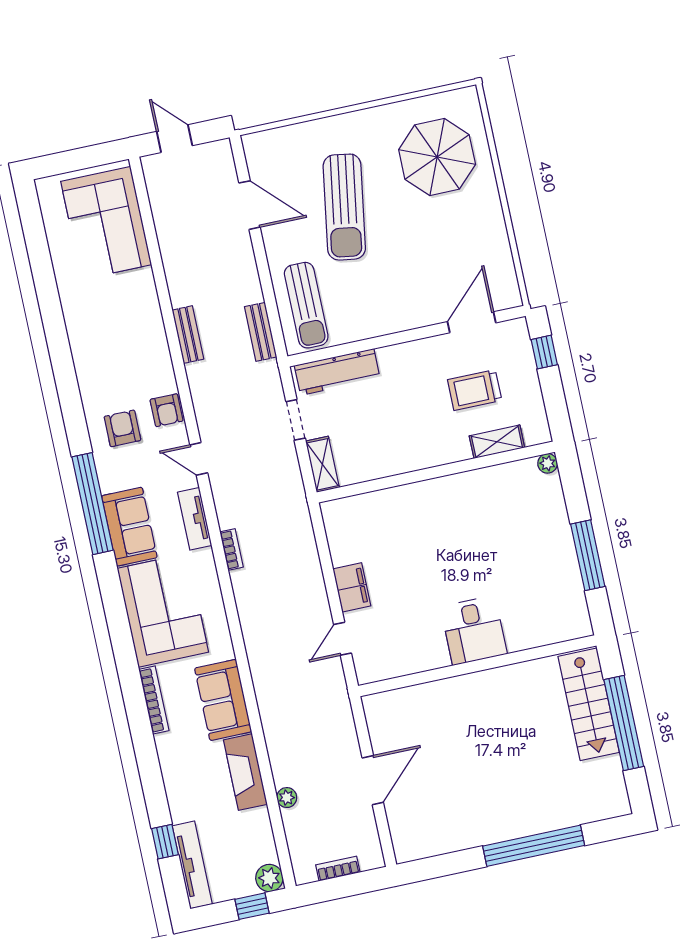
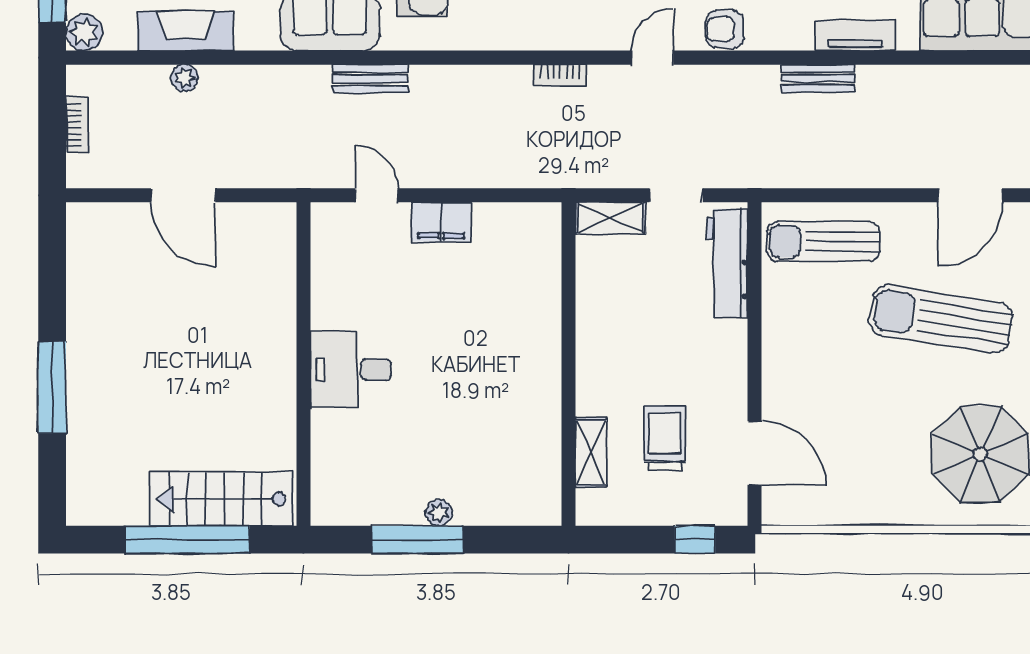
bench: (261, 332) -> (370, 79), moved
plant: (548, 463) -> (439, 513), moved
tv unit: (195, 519) -> (855, 36), moved
bookcase: (231, 550) -> (560, 75), moved
fireplace: (245, 772) -> (186, 31), moved
window: (534, 846) -> (52, 387), width x0.68

